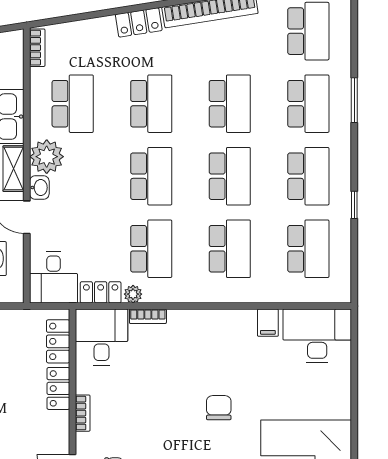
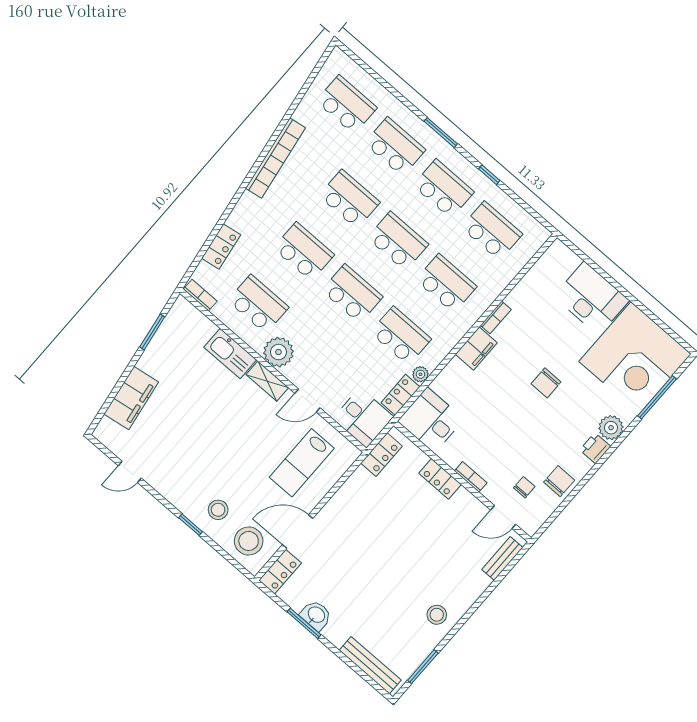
locker: (139, 22) -> (221, 247), moved
window: (354, 100) -> (441, 133), moved
washbasin: (39, 188) -> (295, 375), removed
bookcase: (148, 316) -> (496, 317), moved
filing cabinet: (268, 323) -> (476, 349), moved, width x2.00
desk: (317, 336) -> (591, 298), moved, turned 90
locker: (58, 341) -> (381, 455), moved, turned -90
chair: (219, 408) -> (546, 383), turned -90

